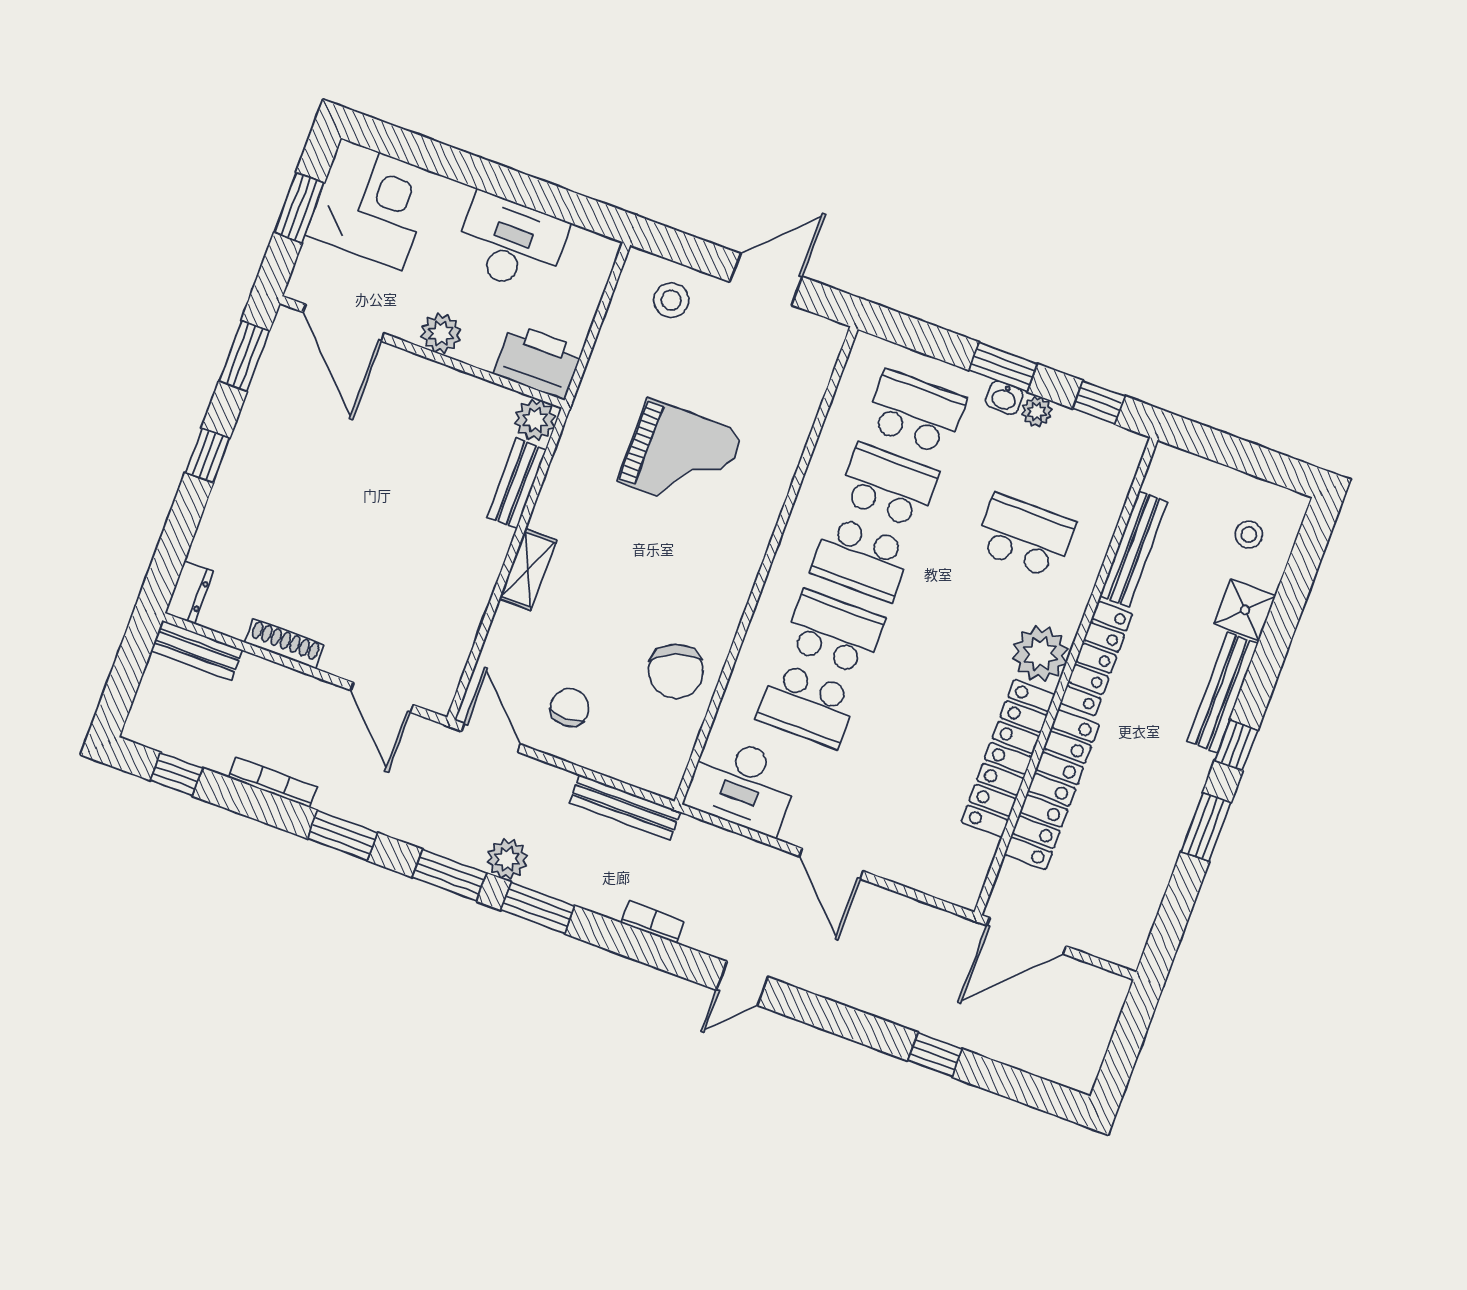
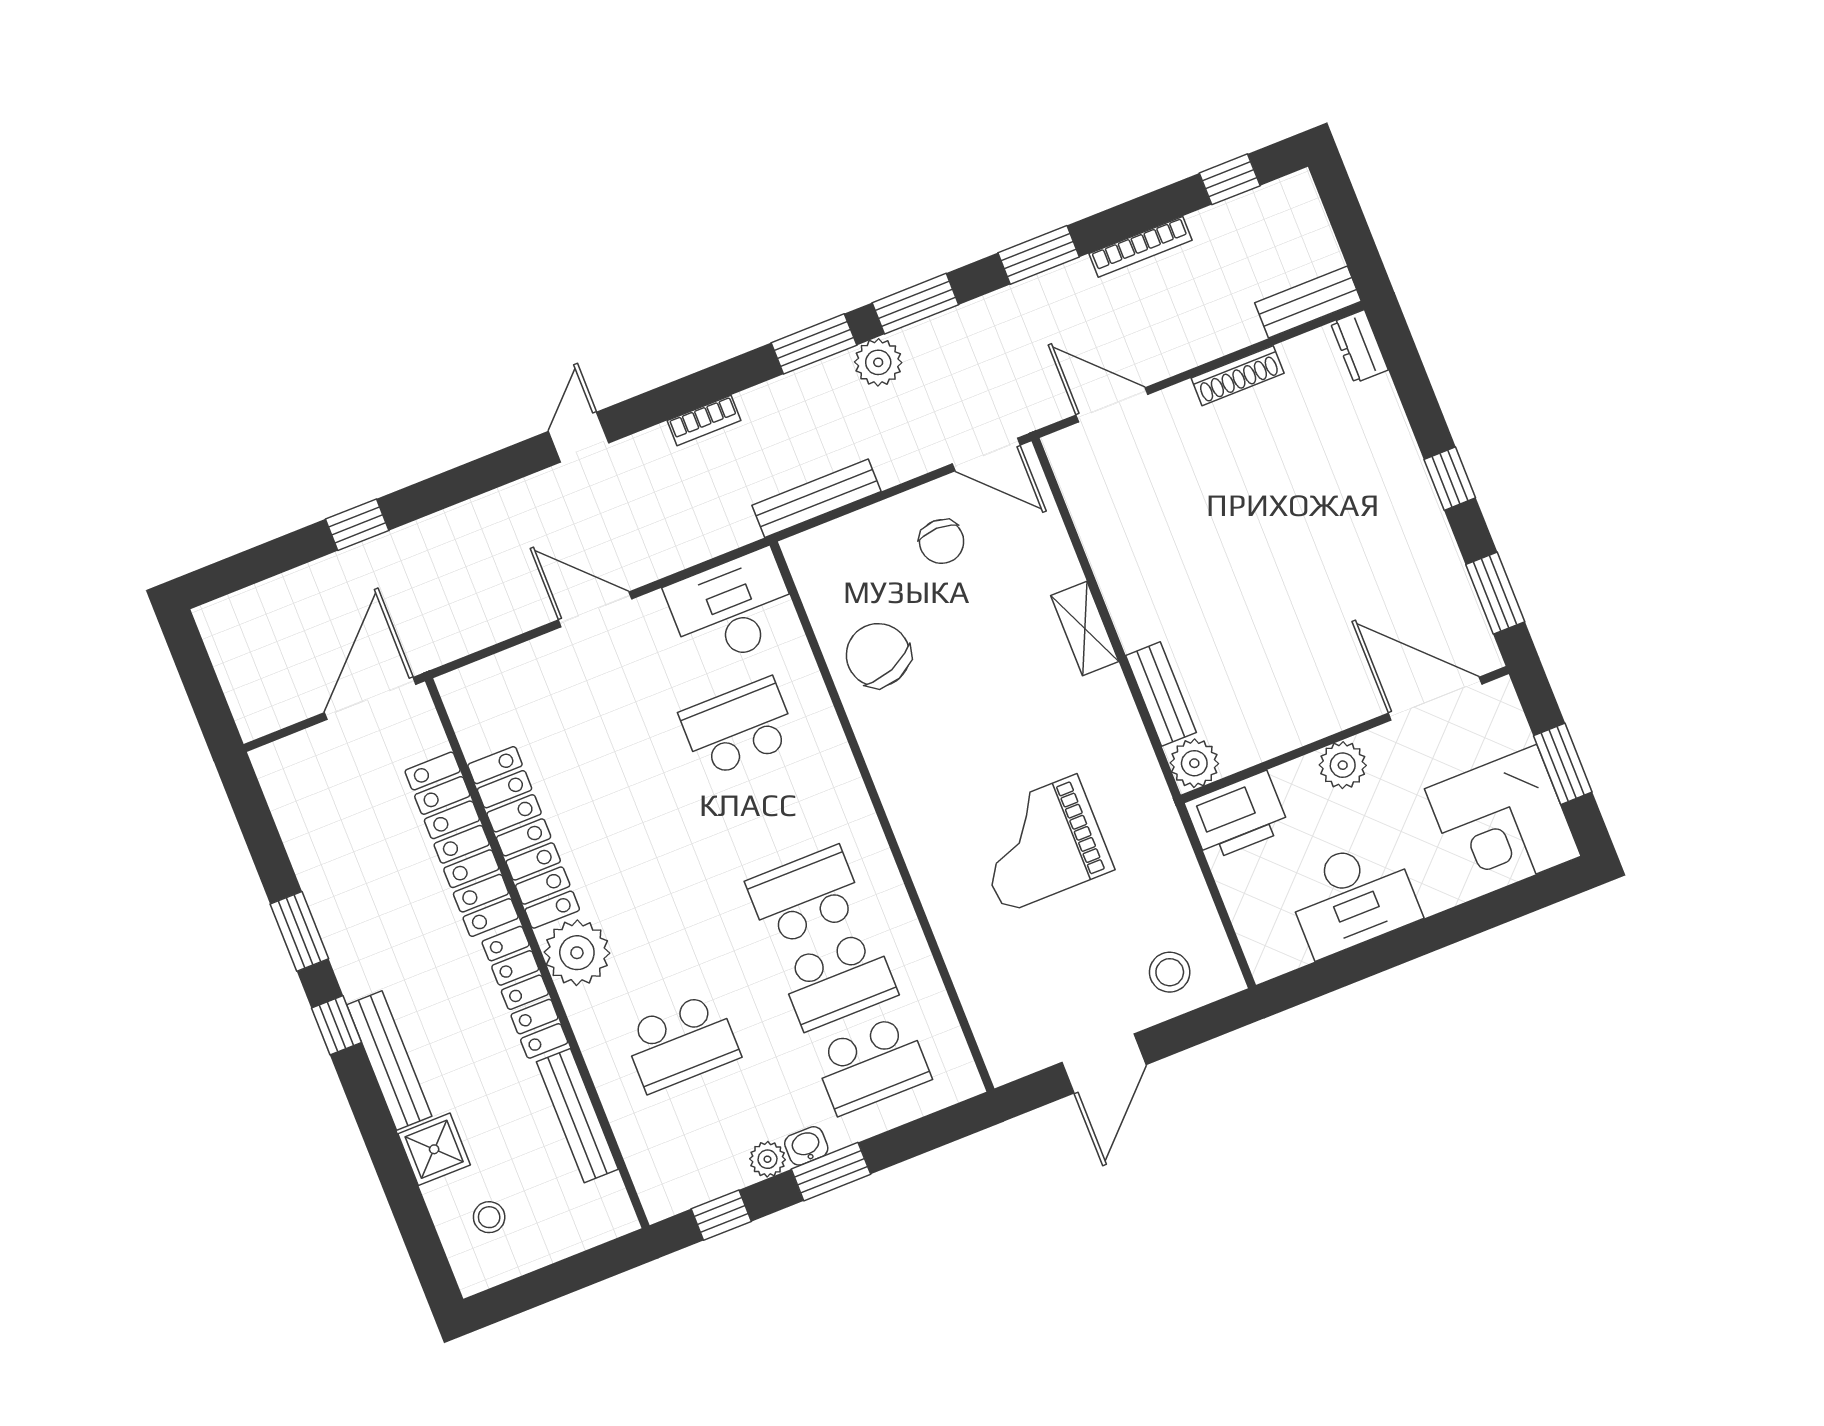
school desk: (834, 632) -> (772, 812), removed

